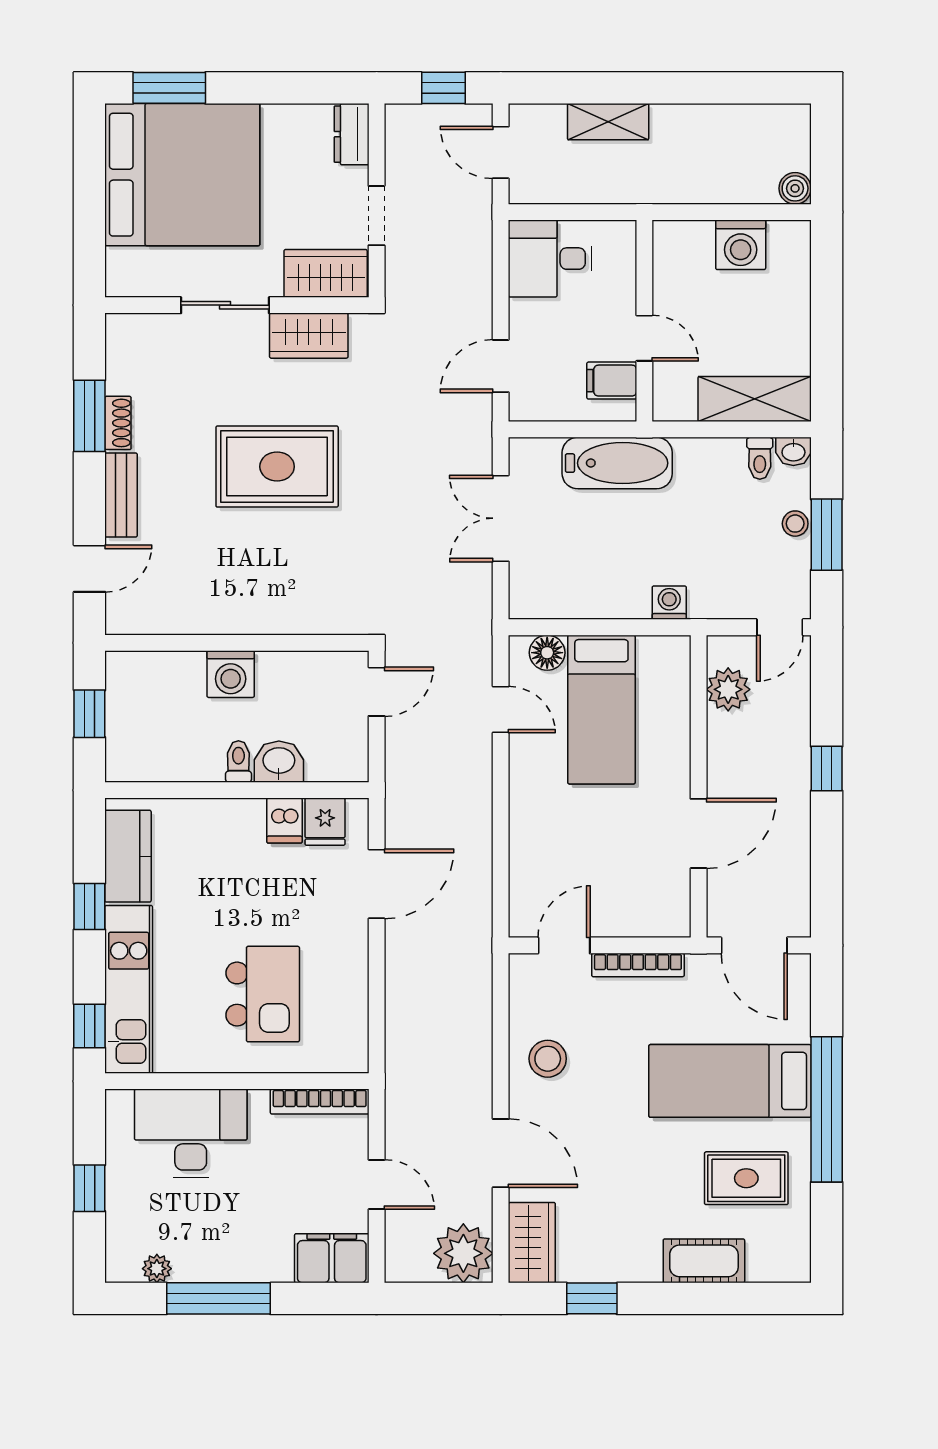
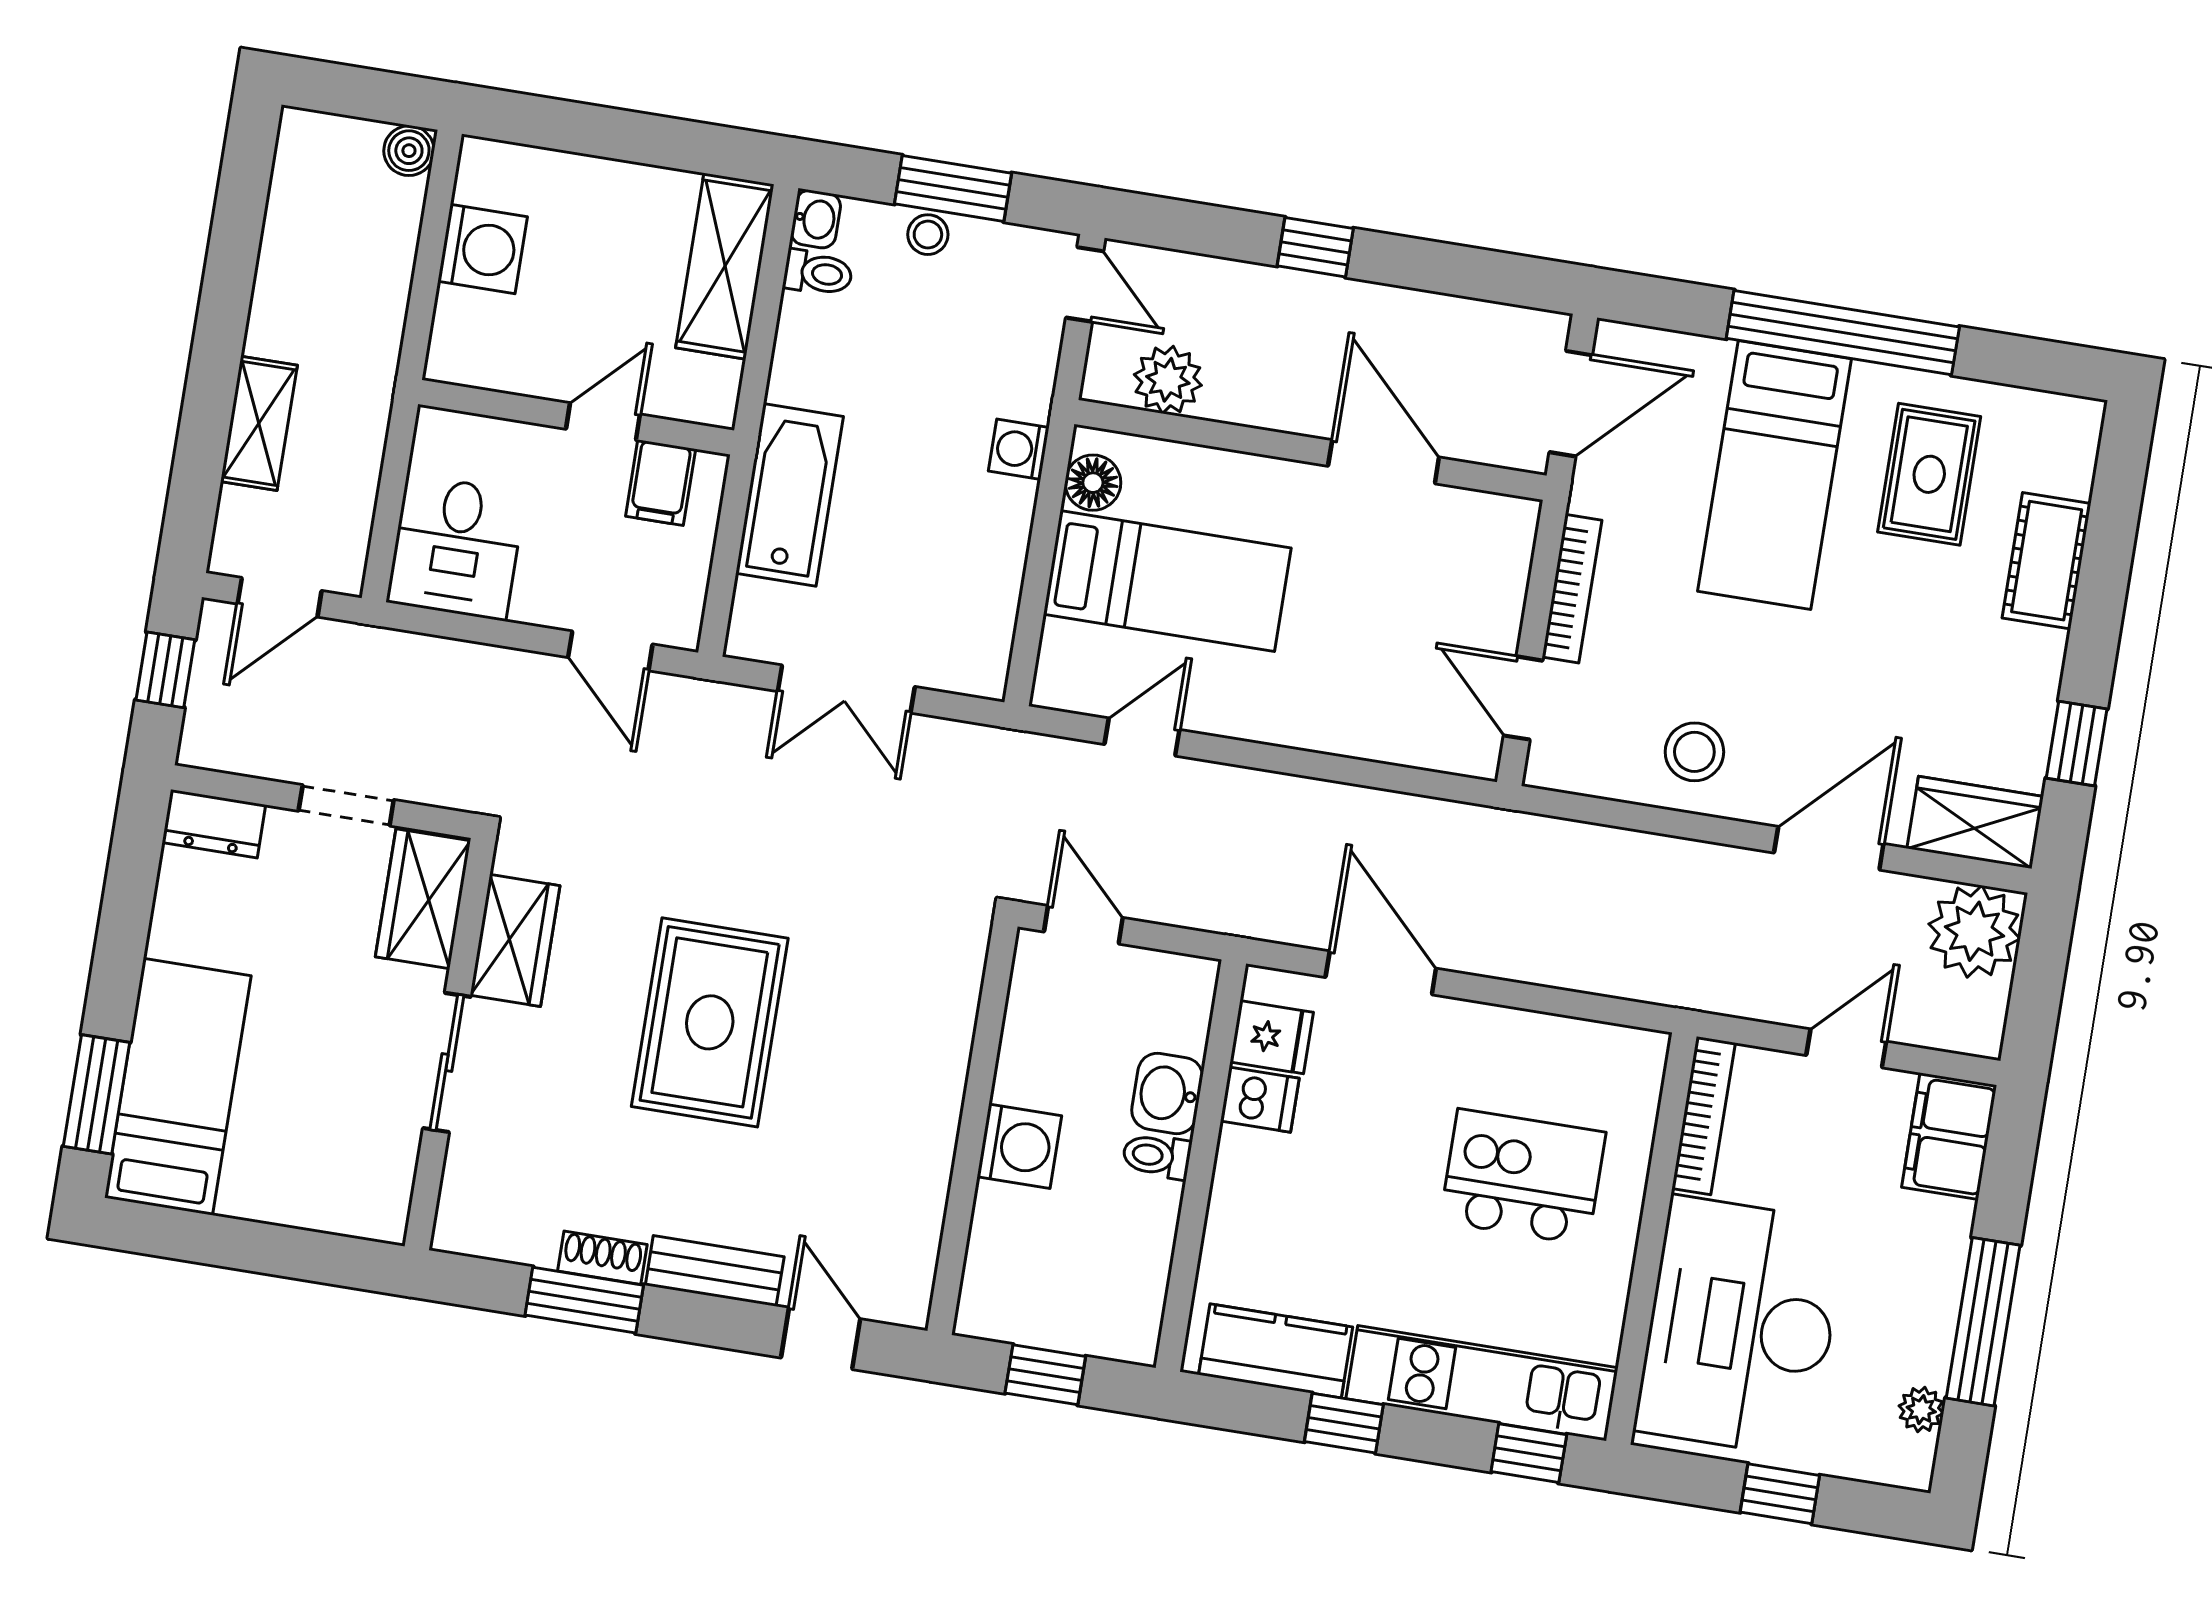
bed: (182, 175) -> (178, 1087), width x0.49
floor lamp: (547, 653) -> (1093, 483), moved
desk: (191, 1133) -> (1741, 1326), width x1.36, depth x1.30

